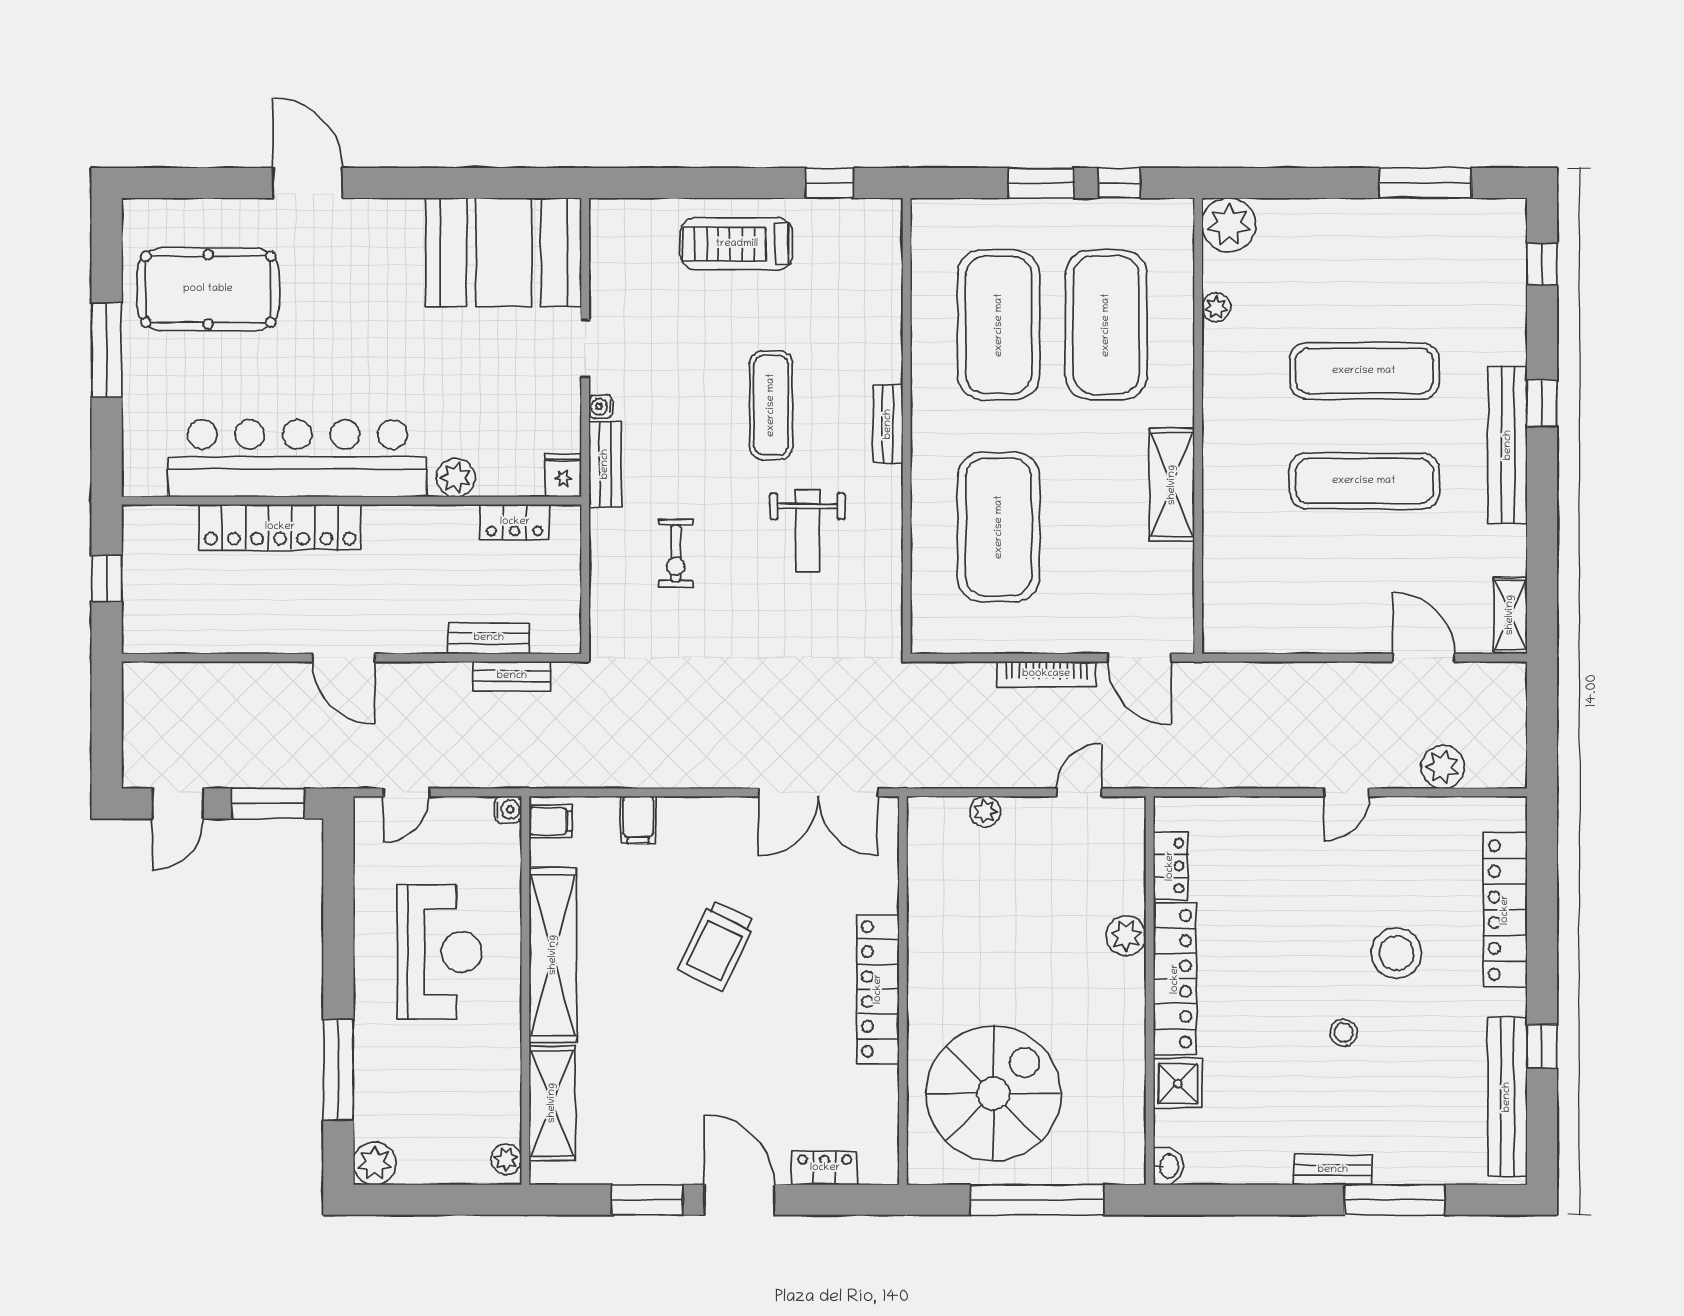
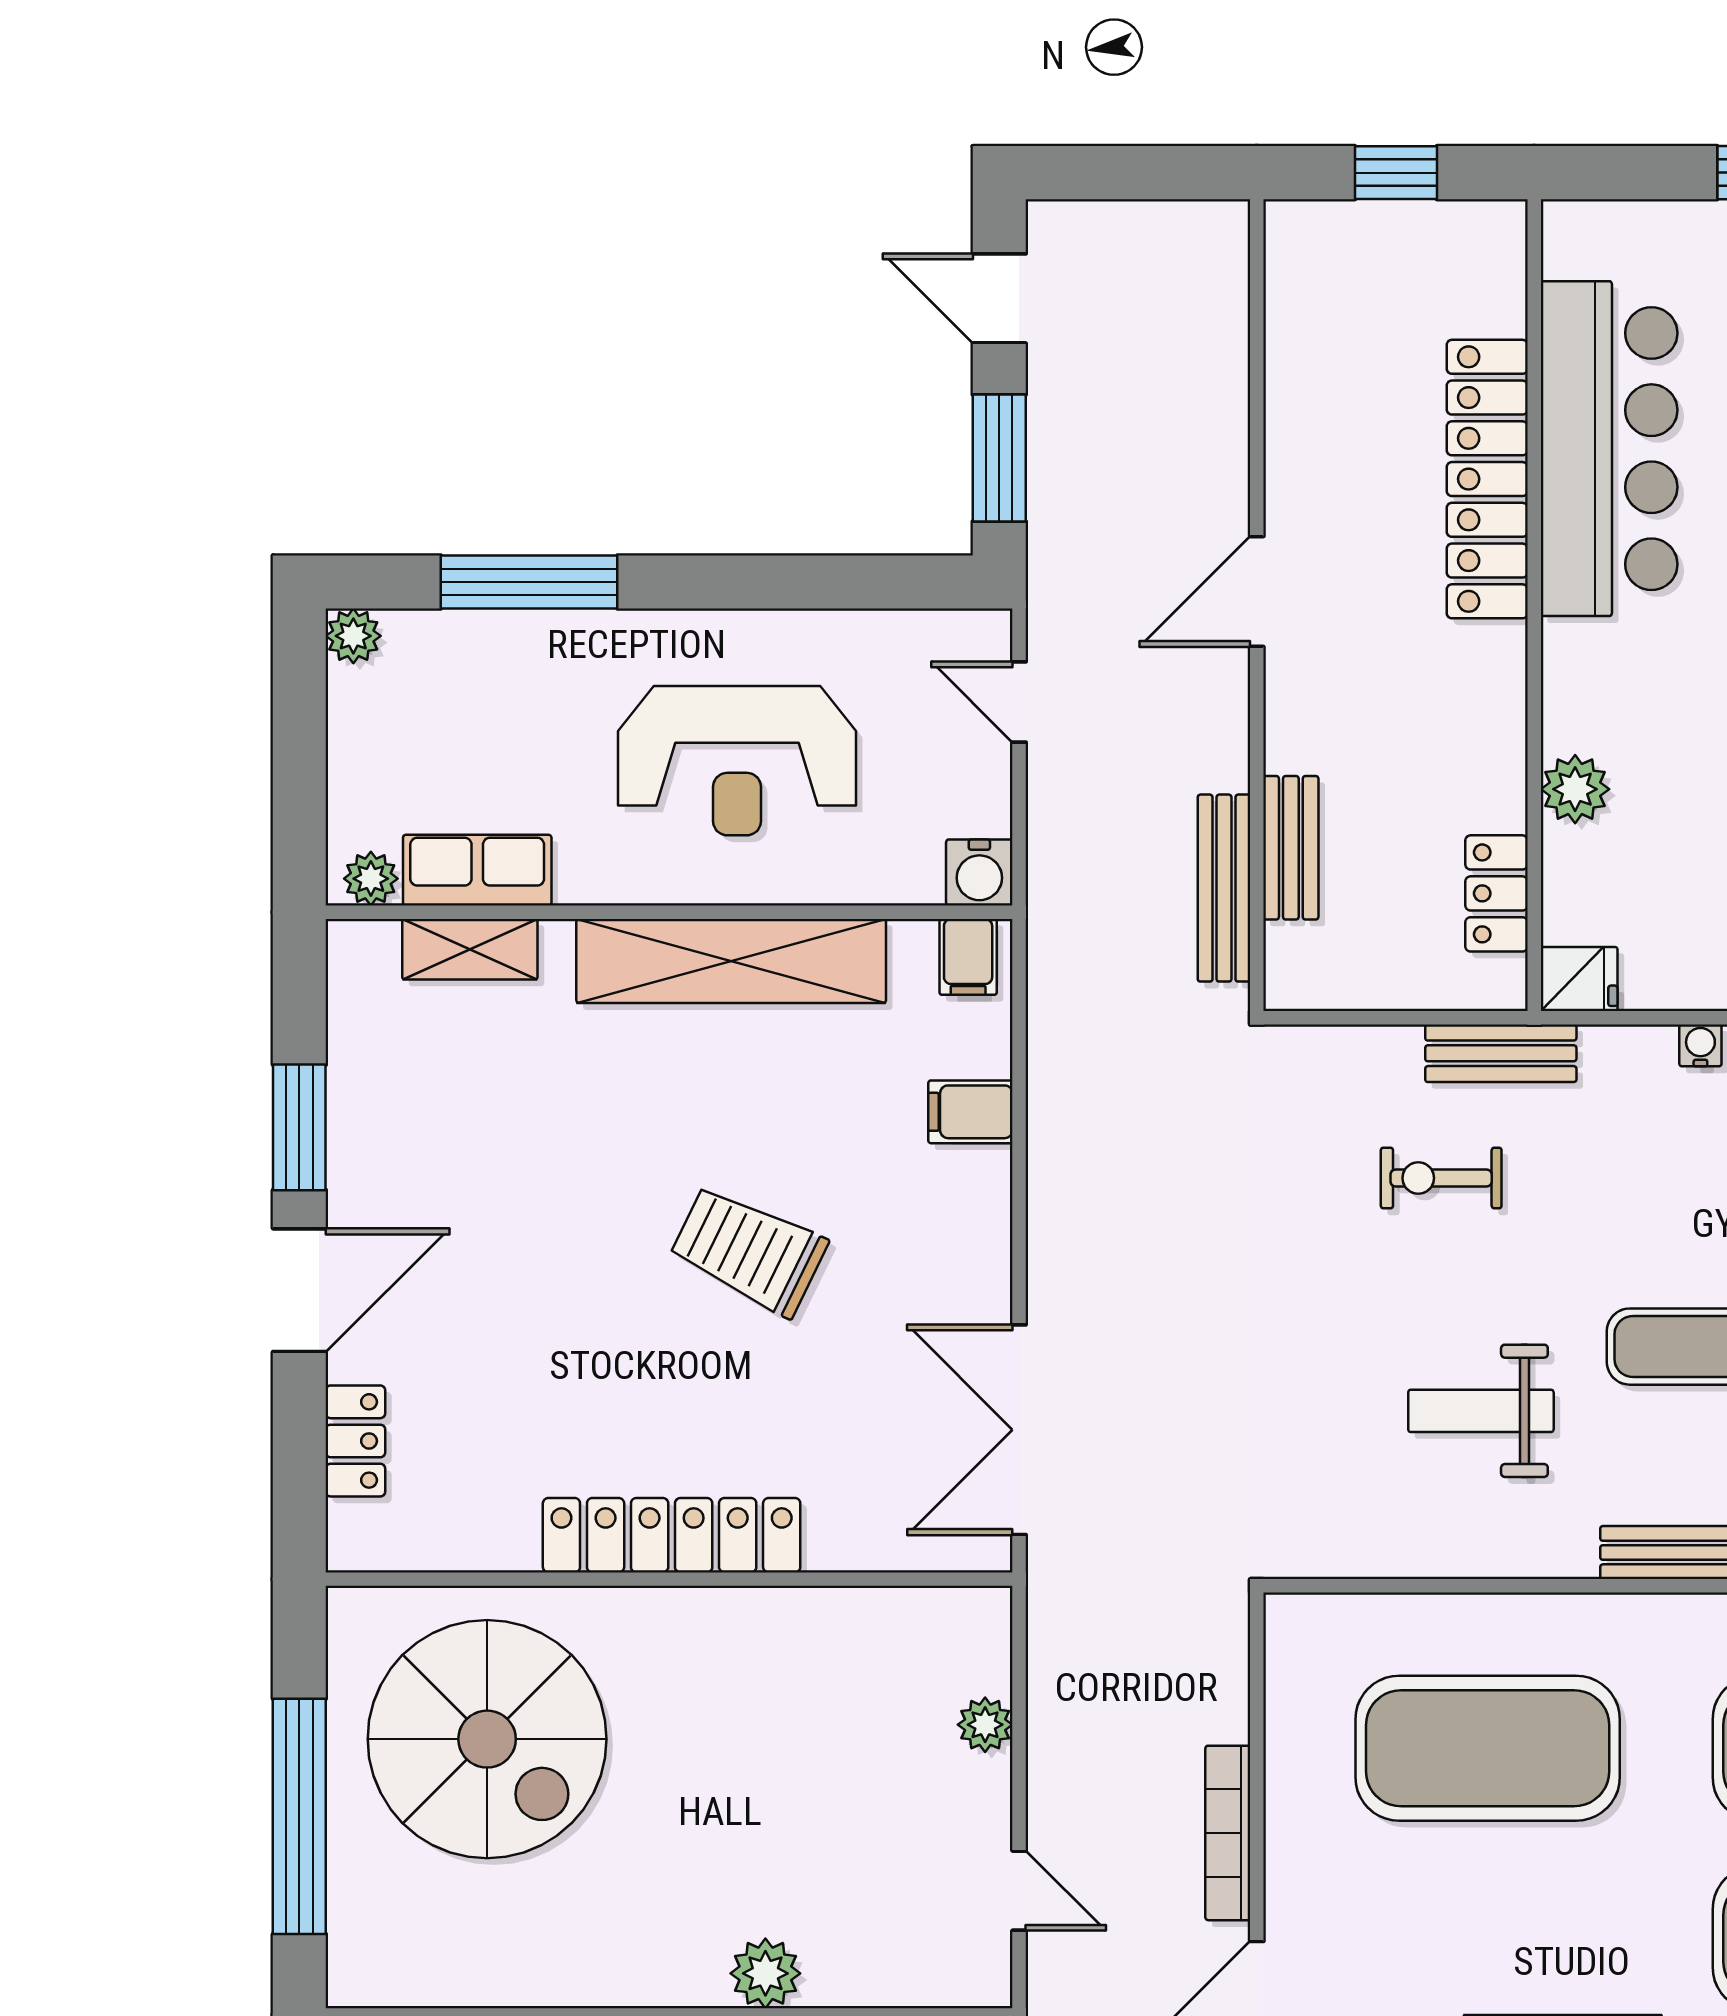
bar counter: (297, 458) -> (1609, 449), width x0.73
bench: (605, 464) -> (1501, 1053), moved
bench: (512, 676) -> (1224, 888), width x1.36
water cooler: (508, 810) -> (979, 872), width x1.38, depth x1.38
row of seats: (501, 1099) -> (477, 870), added
shelving: (552, 1103) -> (470, 949), width x0.67, depth x0.75
plant: (375, 1163) -> (353, 636), width x0.73, depth x0.73

